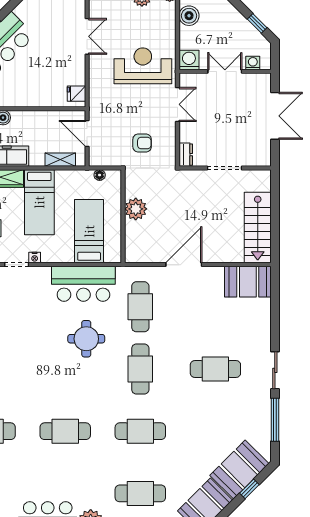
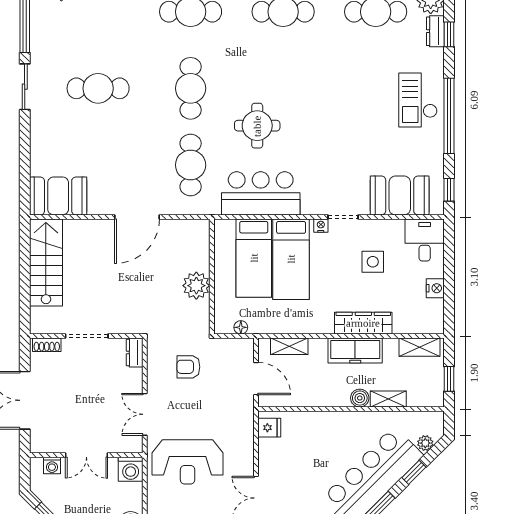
shoe rack: (257, 161) -> (47, 345), added
bed: (39, 202) -> (291, 259), moved, turned 180

